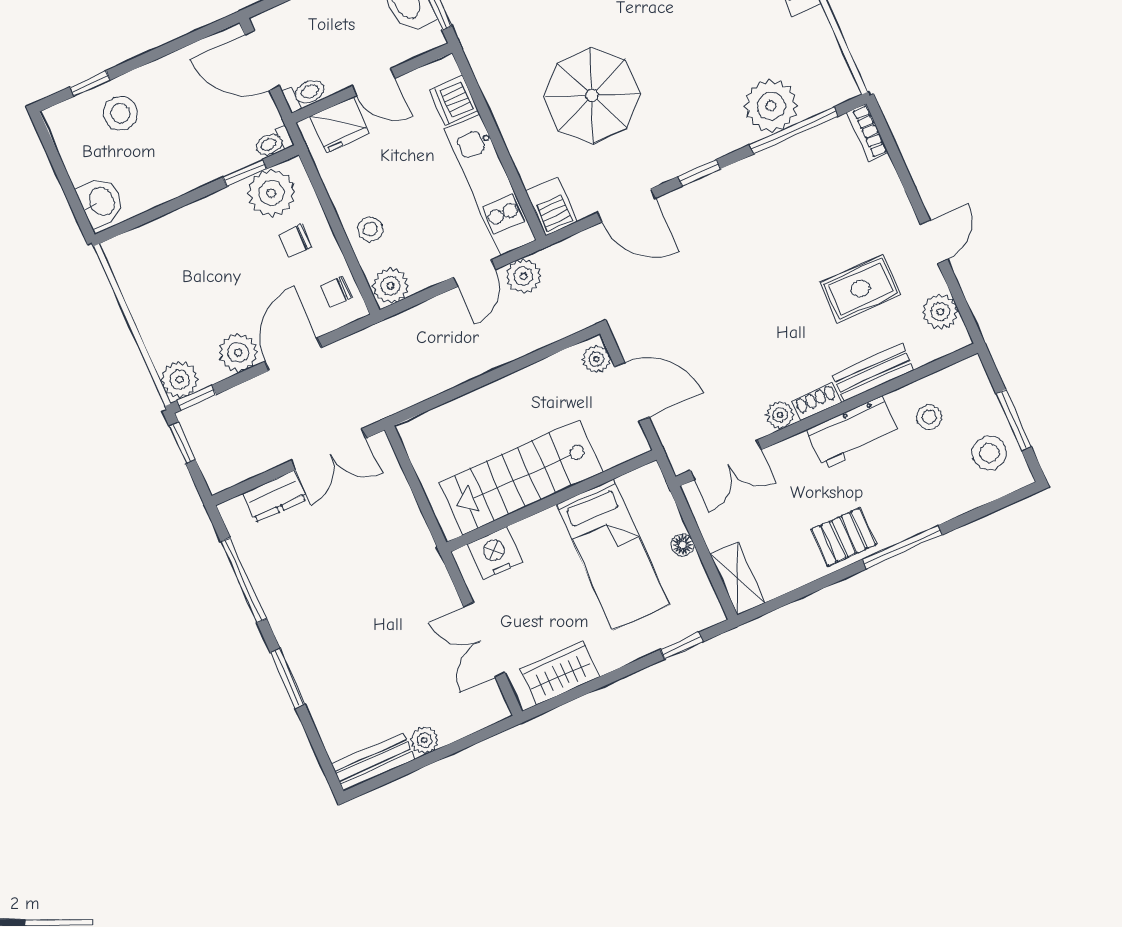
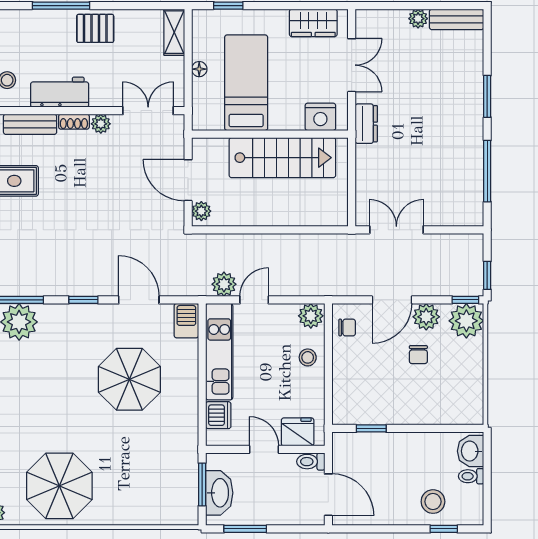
toilet: (273, 142) -> (471, 476), moved, turned 180
plant: (271, 193) -> (360, 408), removed
chair: (295, 241) -> (418, 355), moved, turned 90
plant: (180, 380) -> (466, 321), width x1.36, depth x1.36
dresser: (275, 497) -> (366, 124), moved, turned 90

